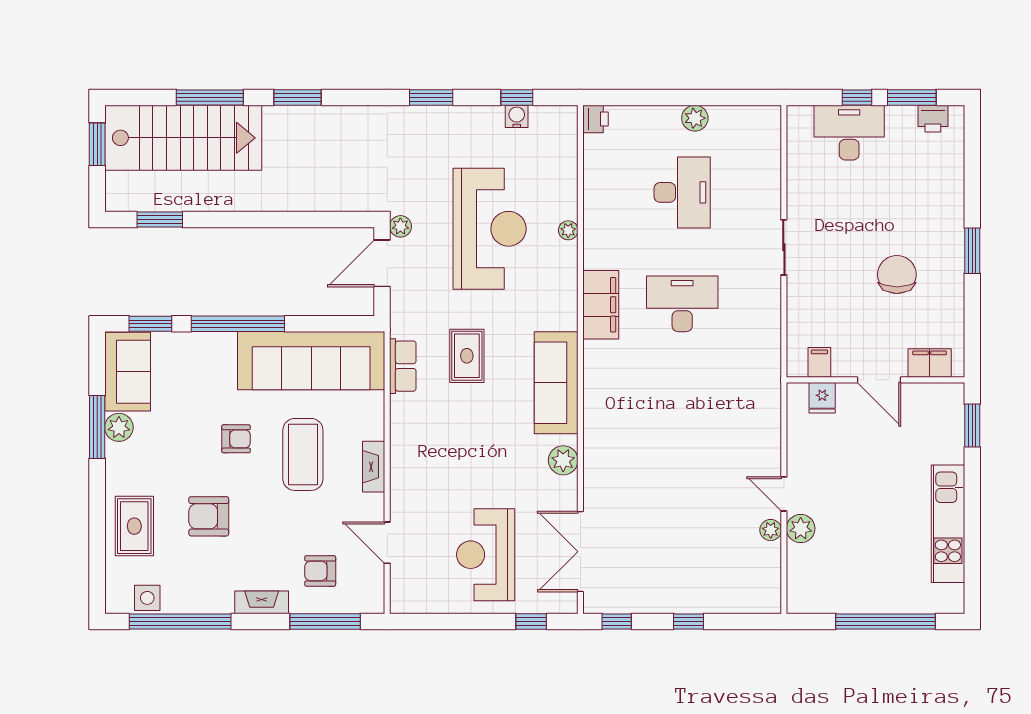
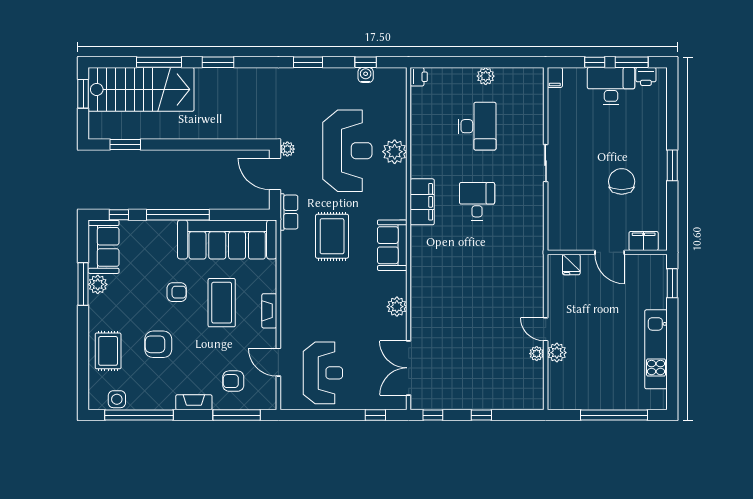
desk: (849, 133) -> (611, 86), moved
plant: (568, 230) -> (395, 152), width x1.87, depth x1.87
door: (382, 263) -> (275, 174), hinge flipped
desk: (682, 304) -> (477, 201), width x0.73
window: (150, 324) -> (119, 215), width x0.67
rug: (467, 356) -> (332, 236), width x1.36, depth x1.43
filing cabinet: (819, 362) -> (555, 77), moved, turned 180
row of seats: (403, 366) -> (289, 212), moved
sofa: (556, 383) -> (392, 245), width x0.73
reception desk: (486, 555) -> (323, 373), moved, turned 180

